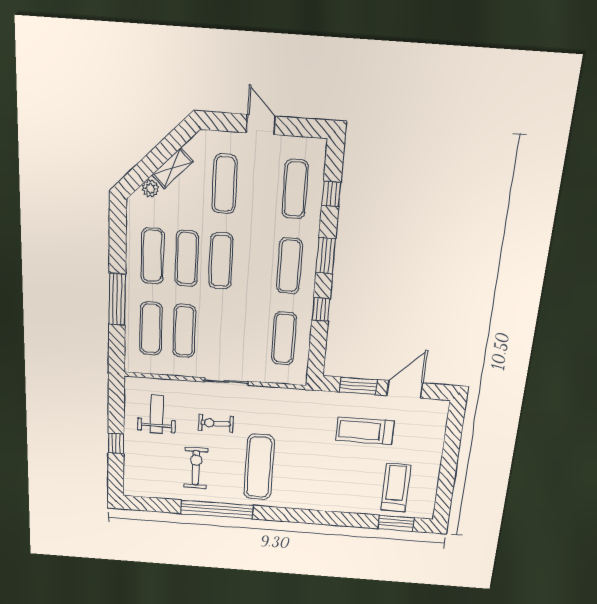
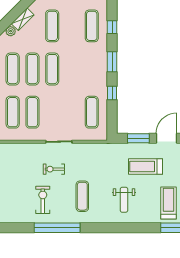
exercise mat: (289, 266) -> (92, 69), removed
weight bench: (157, 414) -> (124, 200), moved, turned 180
exercise mat: (259, 467) -> (82, 196), width x0.73, depth x0.69

